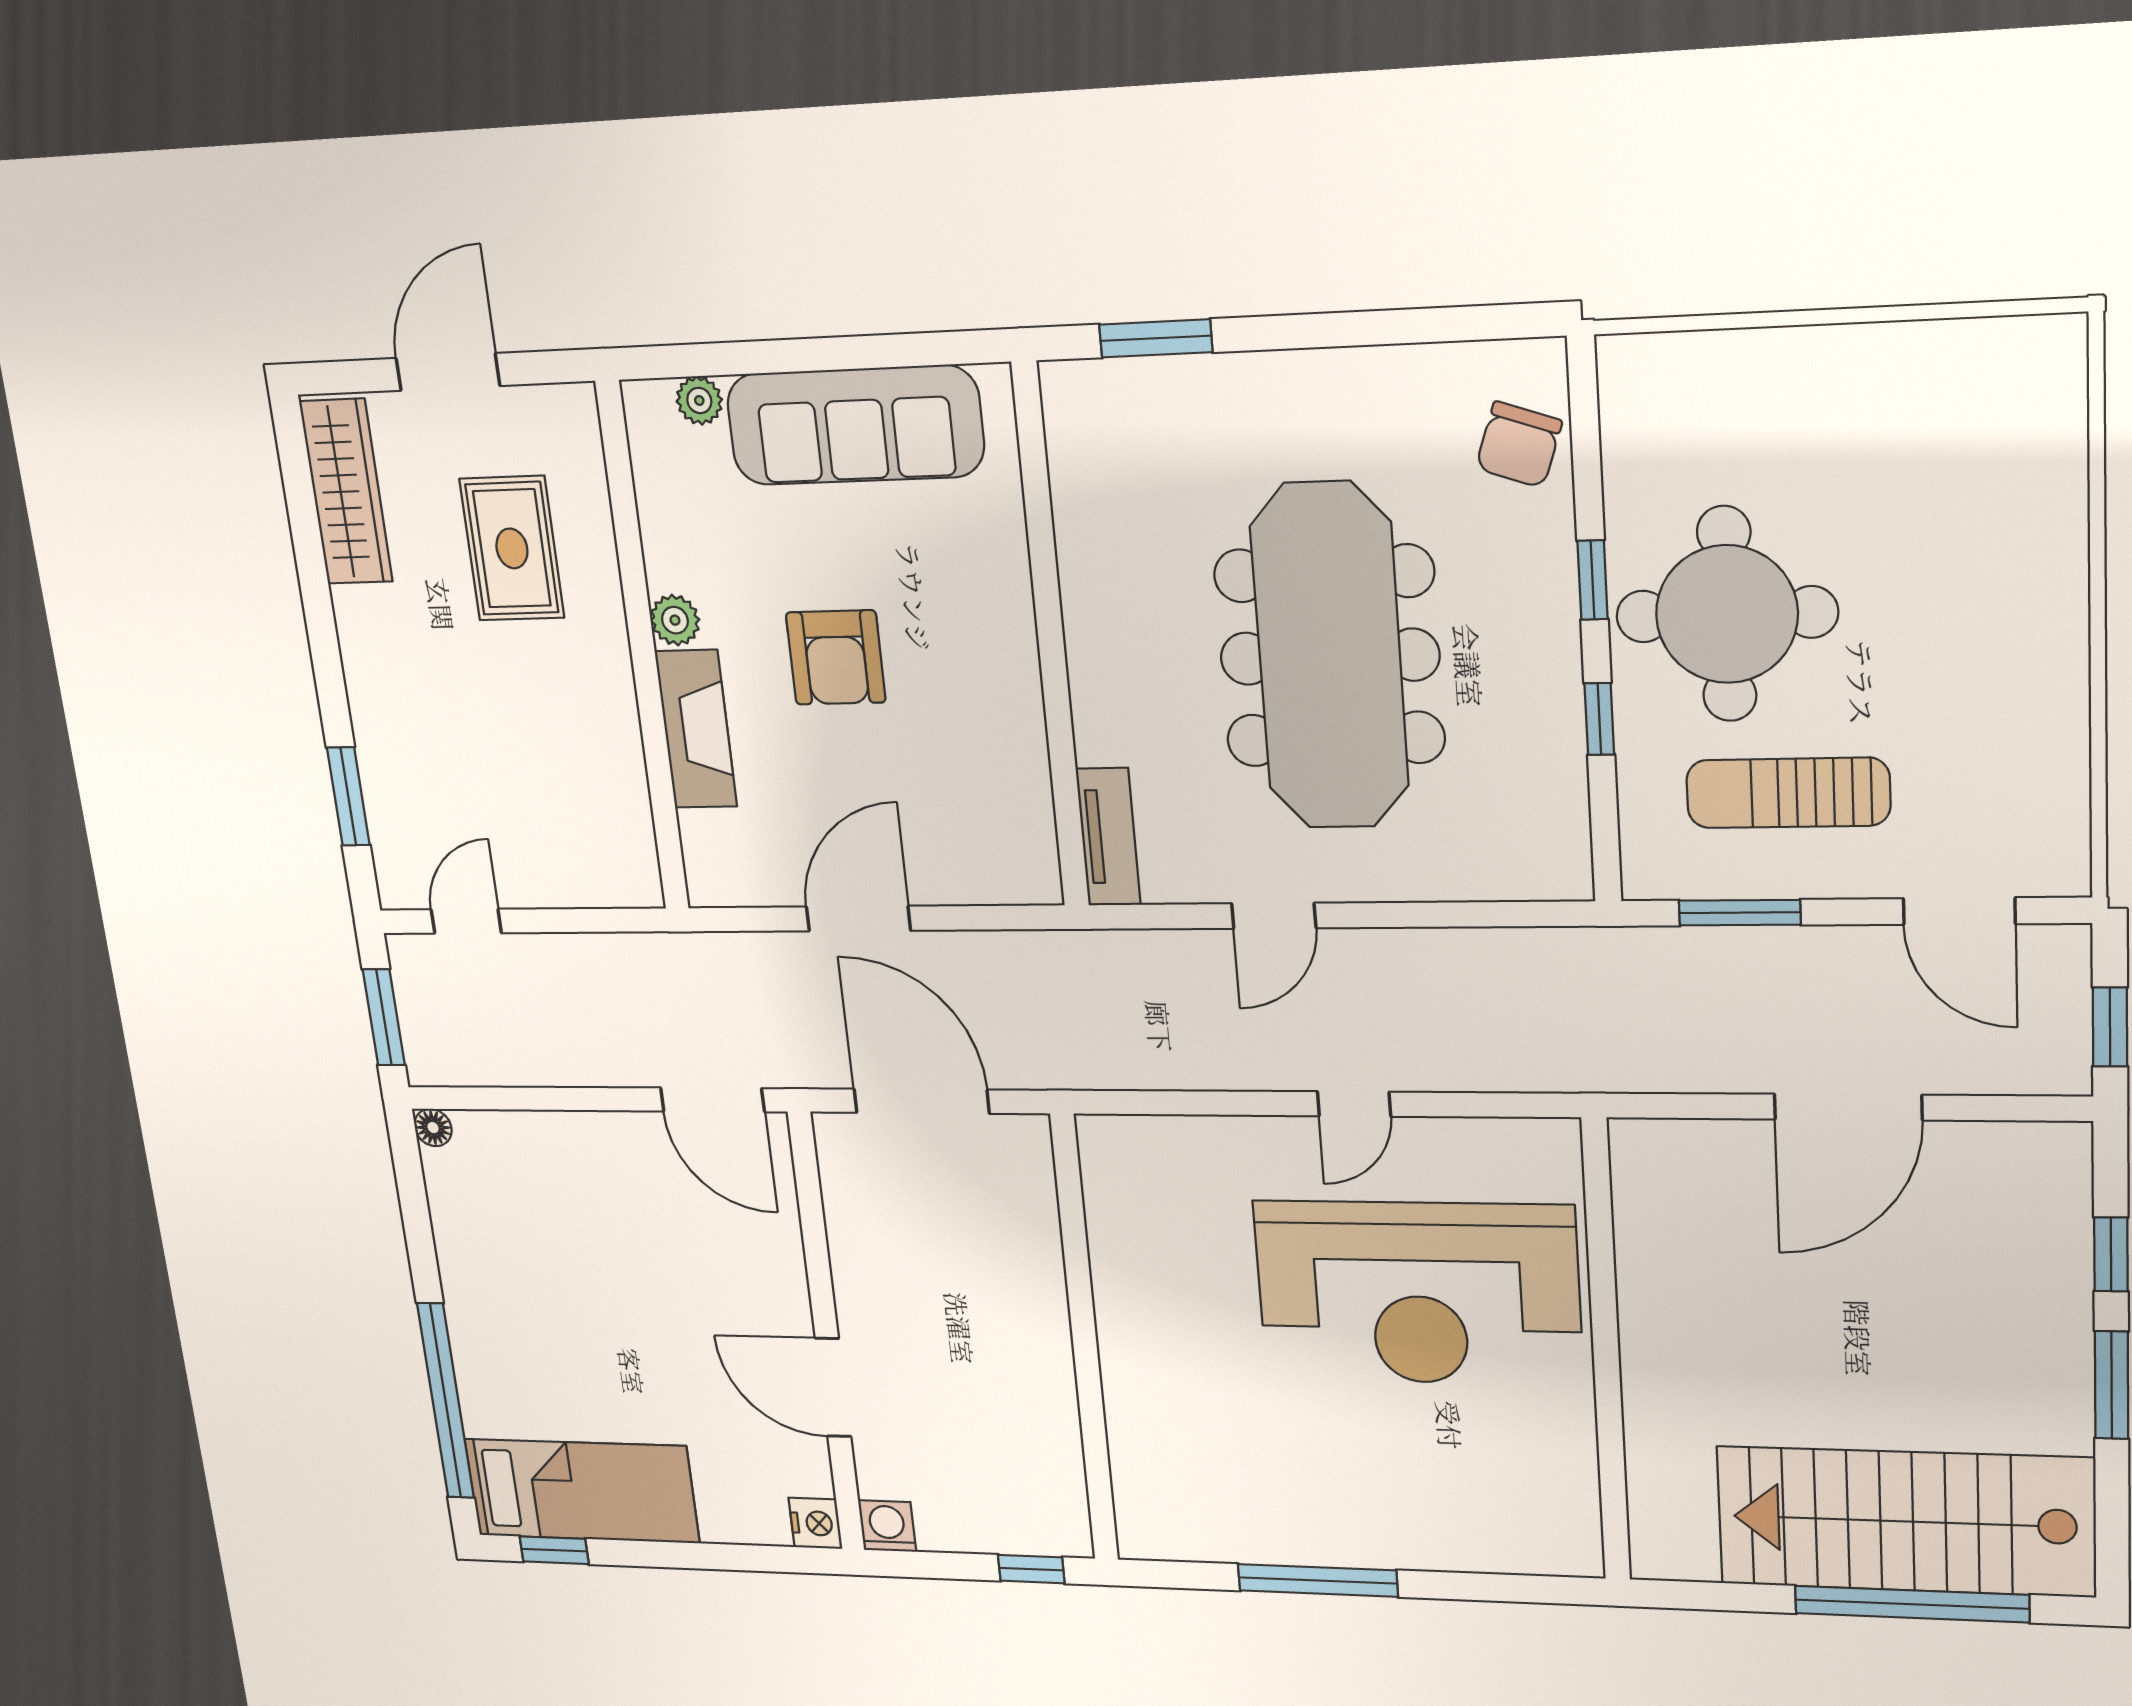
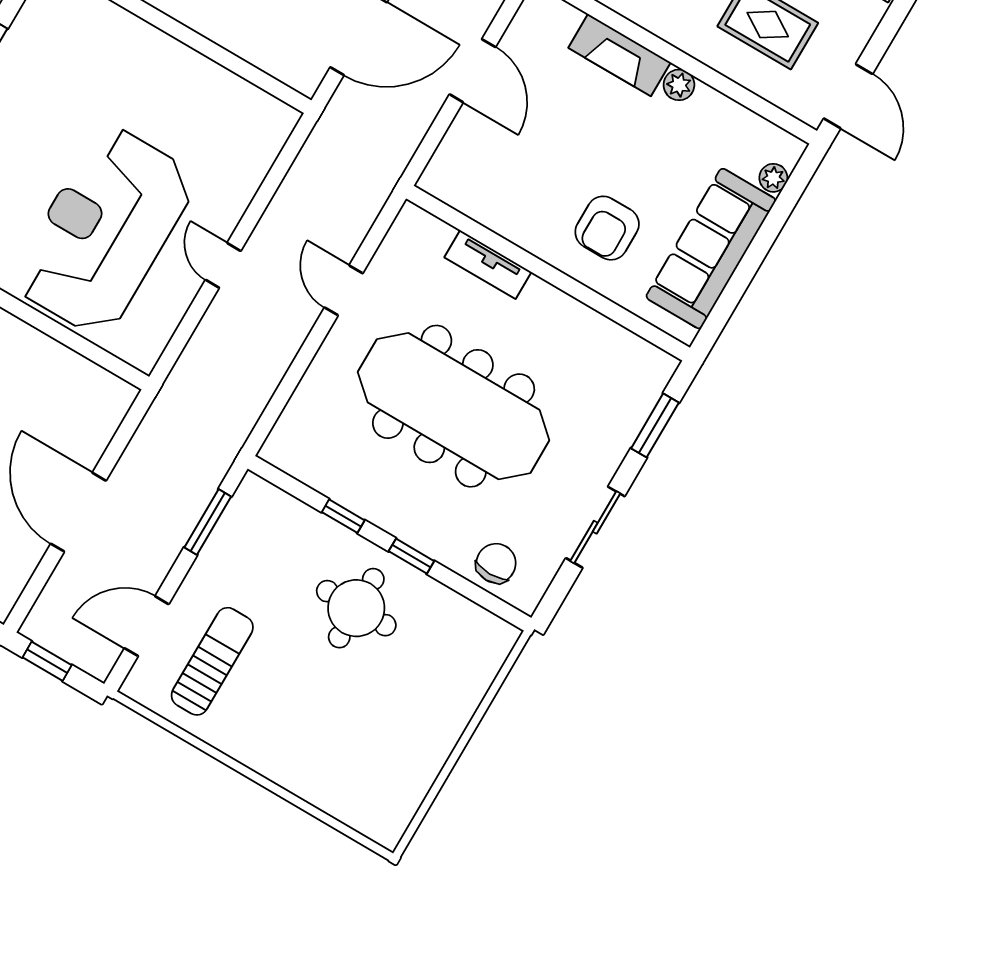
sliding door: (1365, 328) -> (595, 527), added
door: (448, 372) -> (848, 96), moved
chair: (1519, 445) -> (496, 563), turned 71
round table: (1727, 614) -> (356, 608), width x0.73, depth x0.73
armchair: (836, 658) -> (607, 228), moved, turned -90
sun lounger: (1788, 793) -> (212, 661), moved
tv unit: (1108, 837) -> (488, 265), moved

